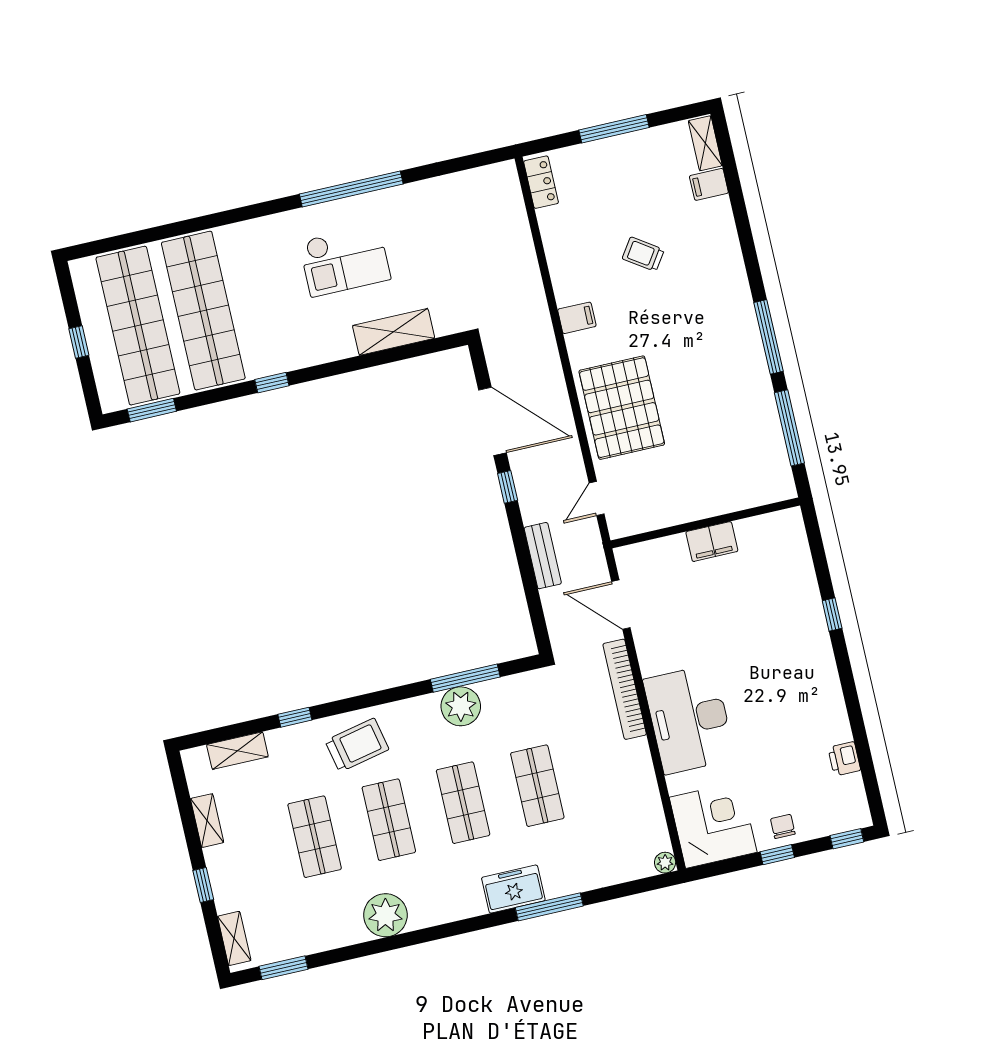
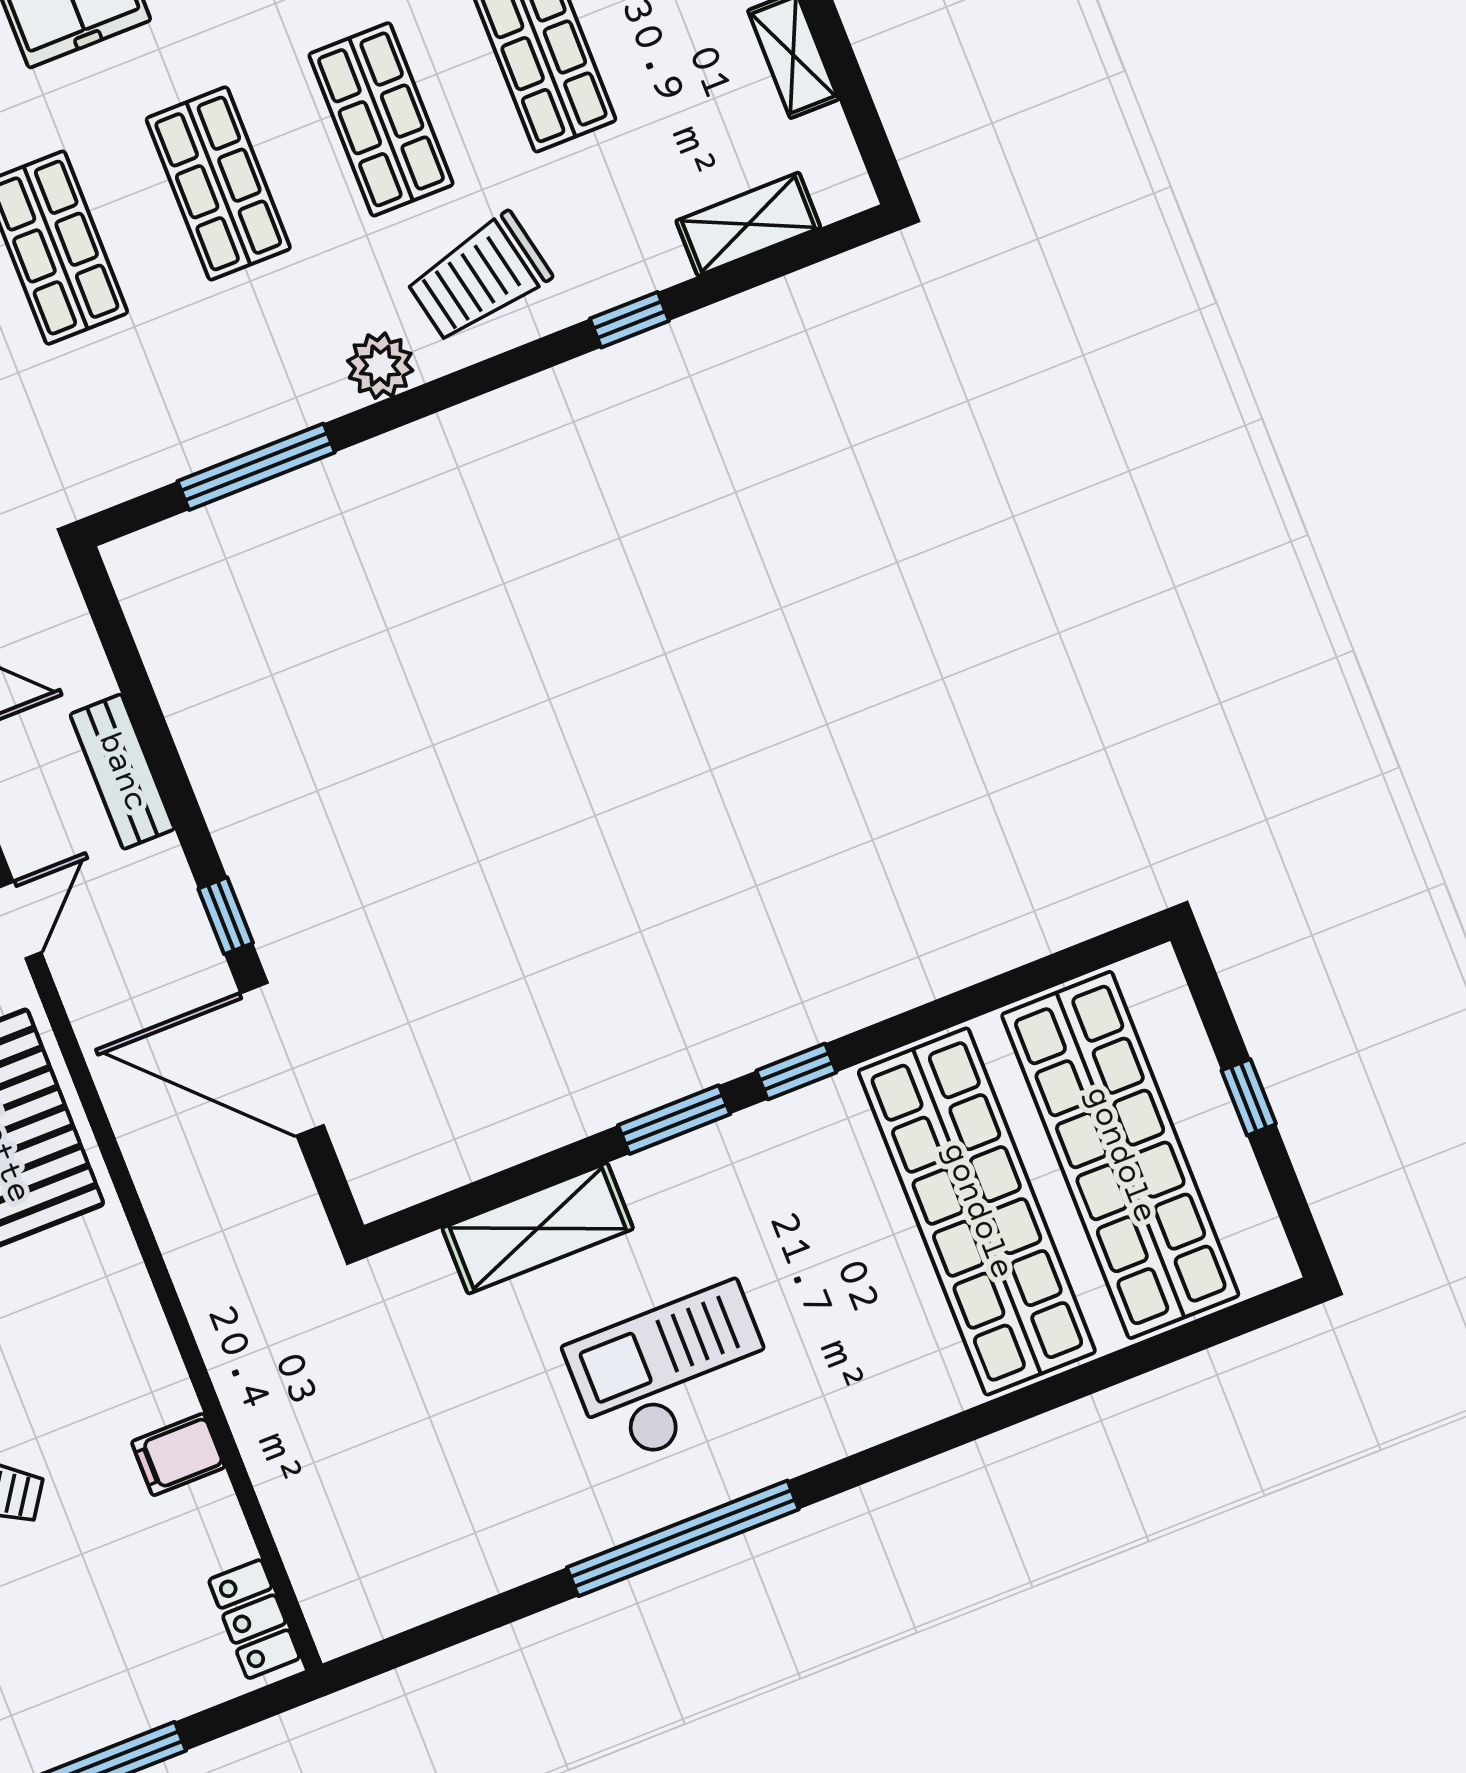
filing cabinet: (577, 318) -> (178, 1455), moved
window: (152, 410) -> (674, 1120), moved
plant: (461, 706) -> (380, 366), moved, width x0.73, depth x0.73

